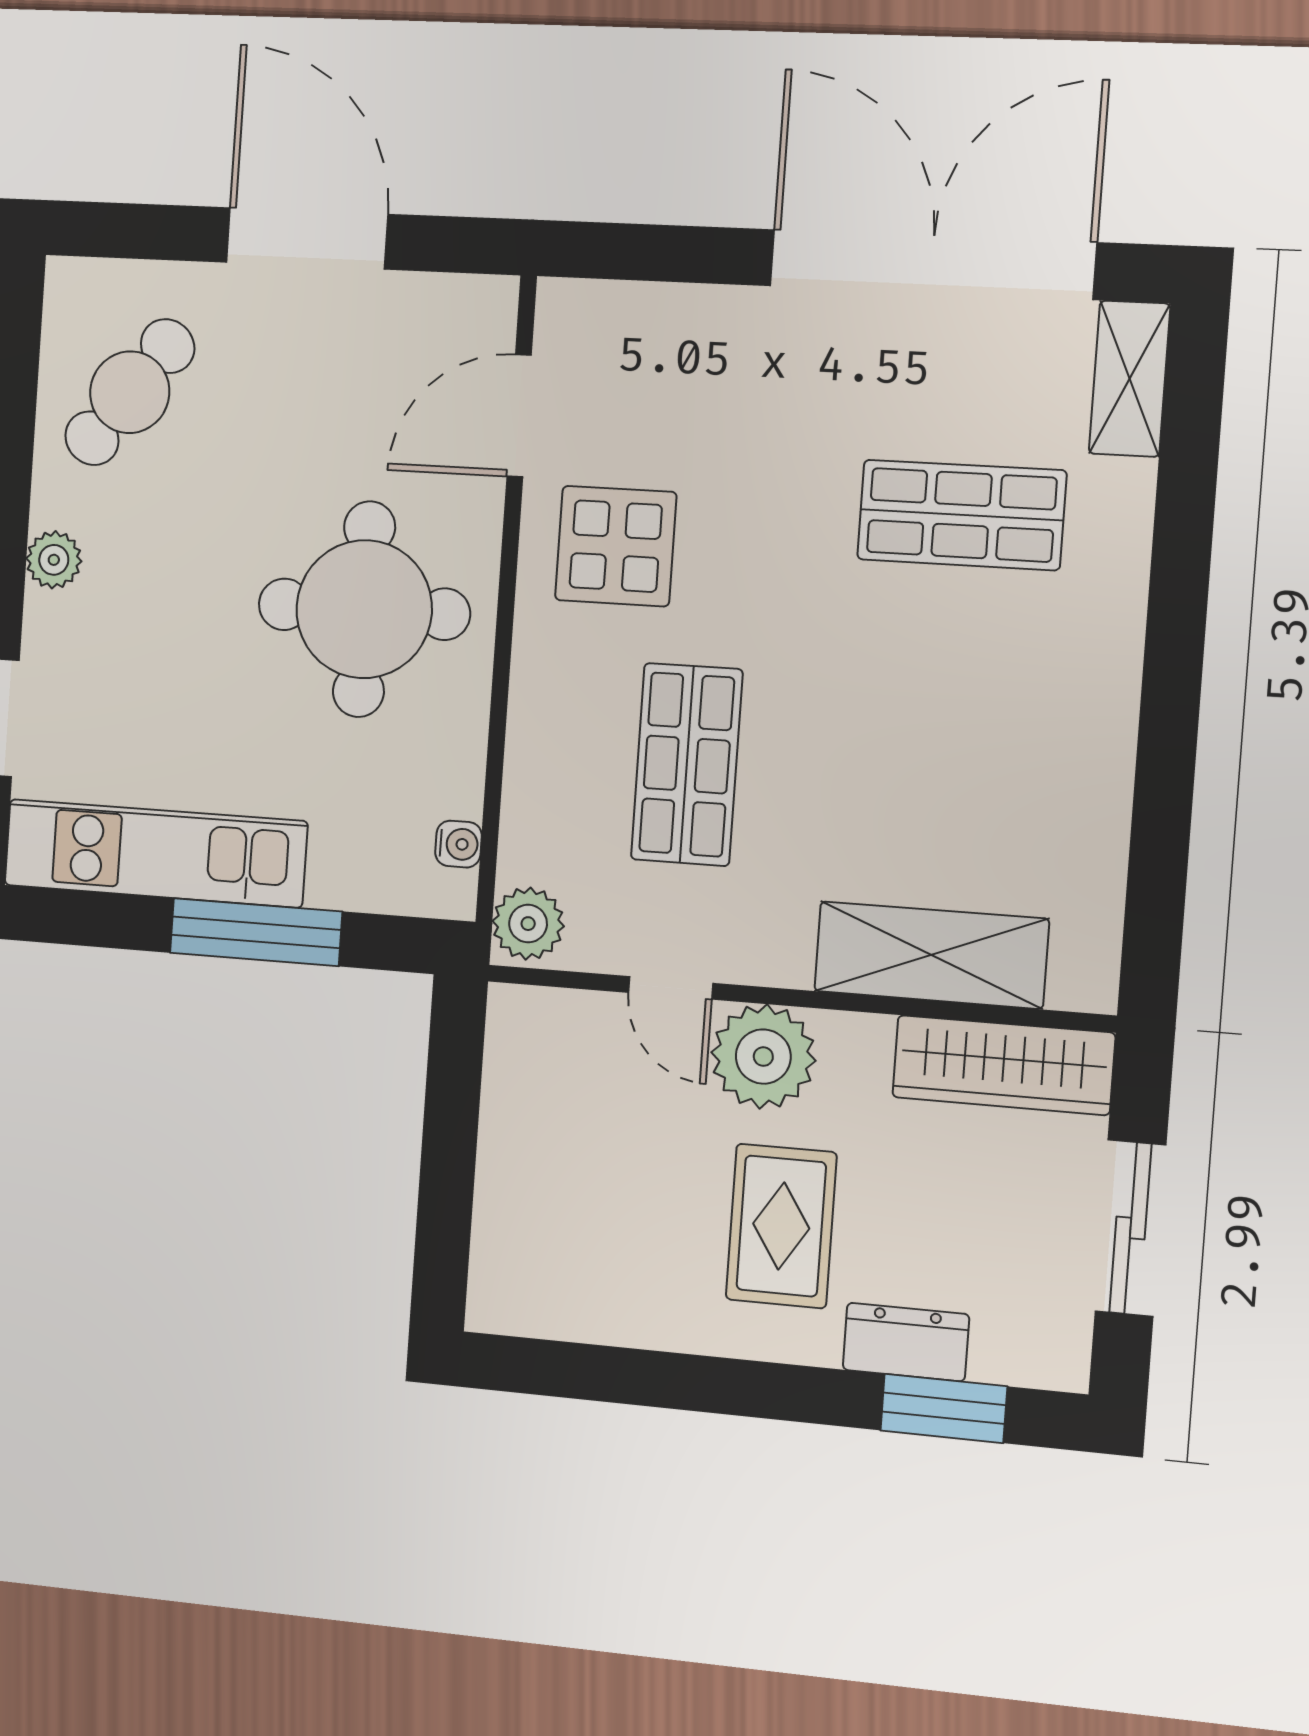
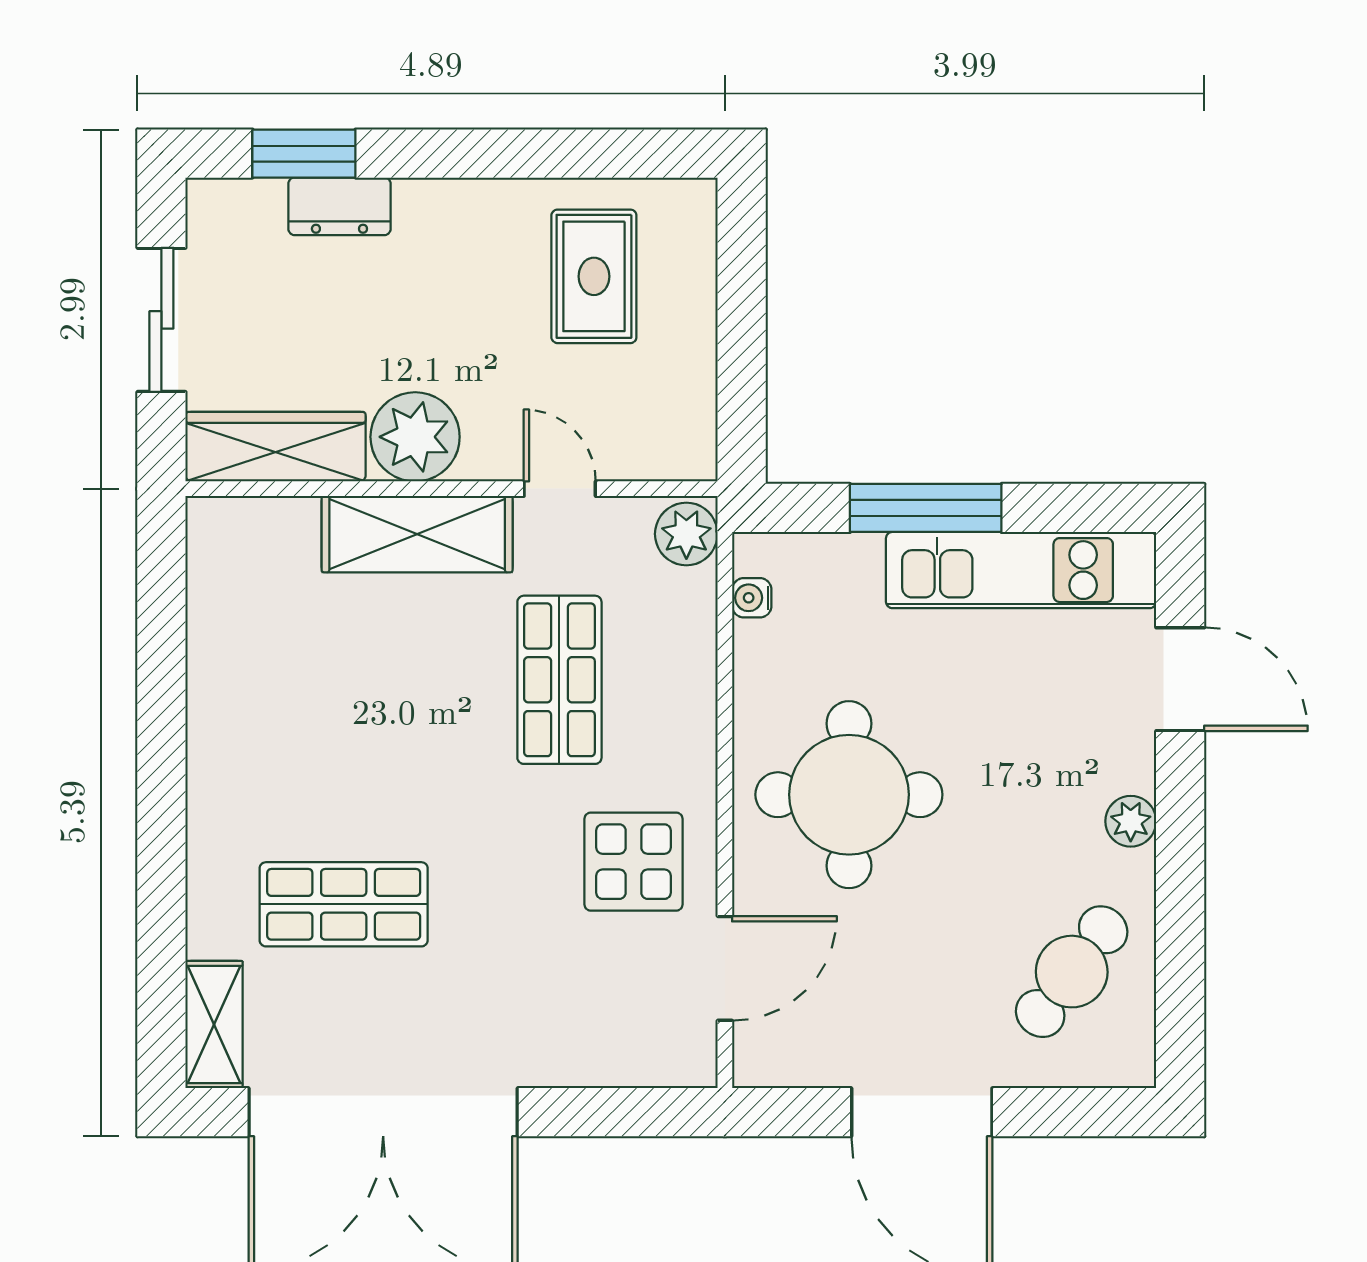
shelving: (931, 955) -> (417, 534), moved
plant: (763, 1057) -> (415, 437), moved
rug: (781, 1226) -> (594, 276), moved

